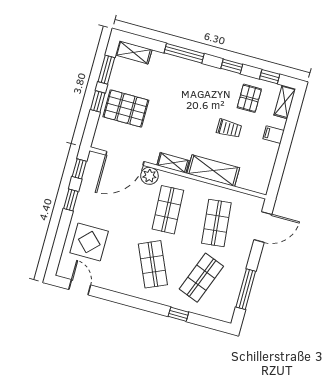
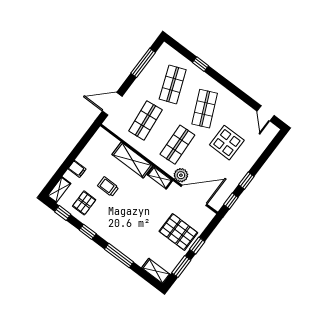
display table: (89, 242) -> (227, 143), moved
shop shelf: (201, 278) -> (173, 84), turned -42

